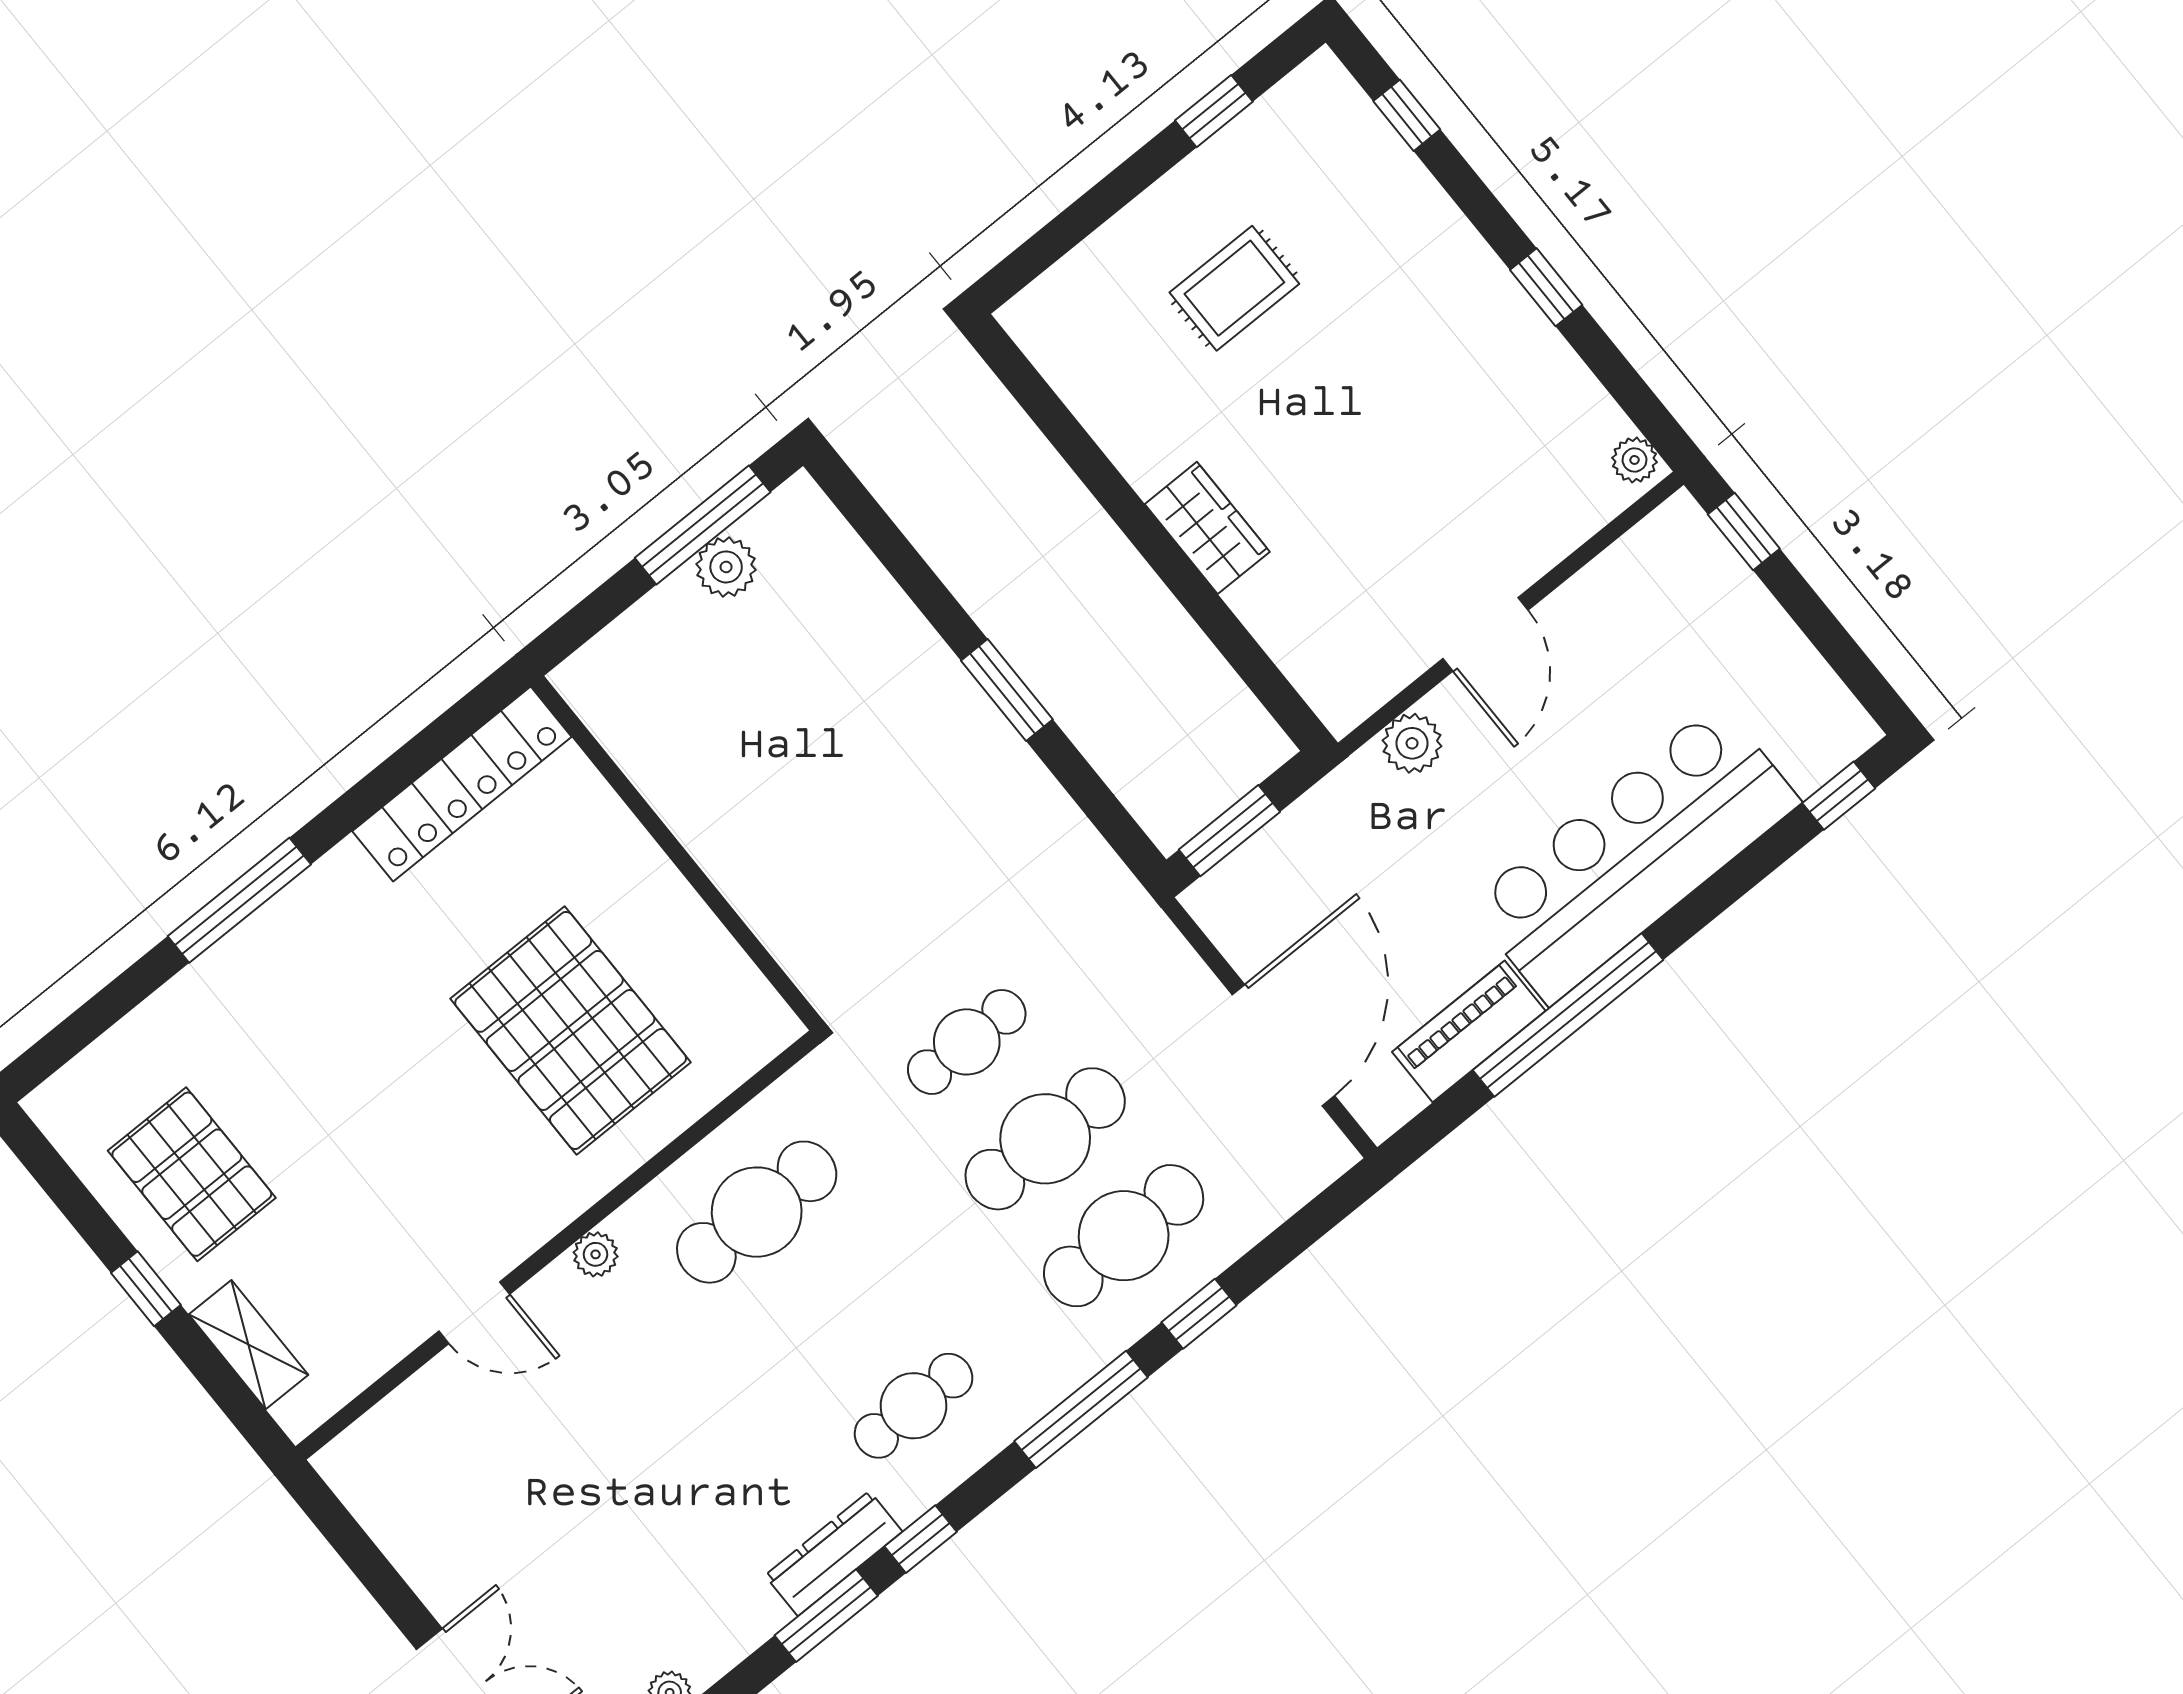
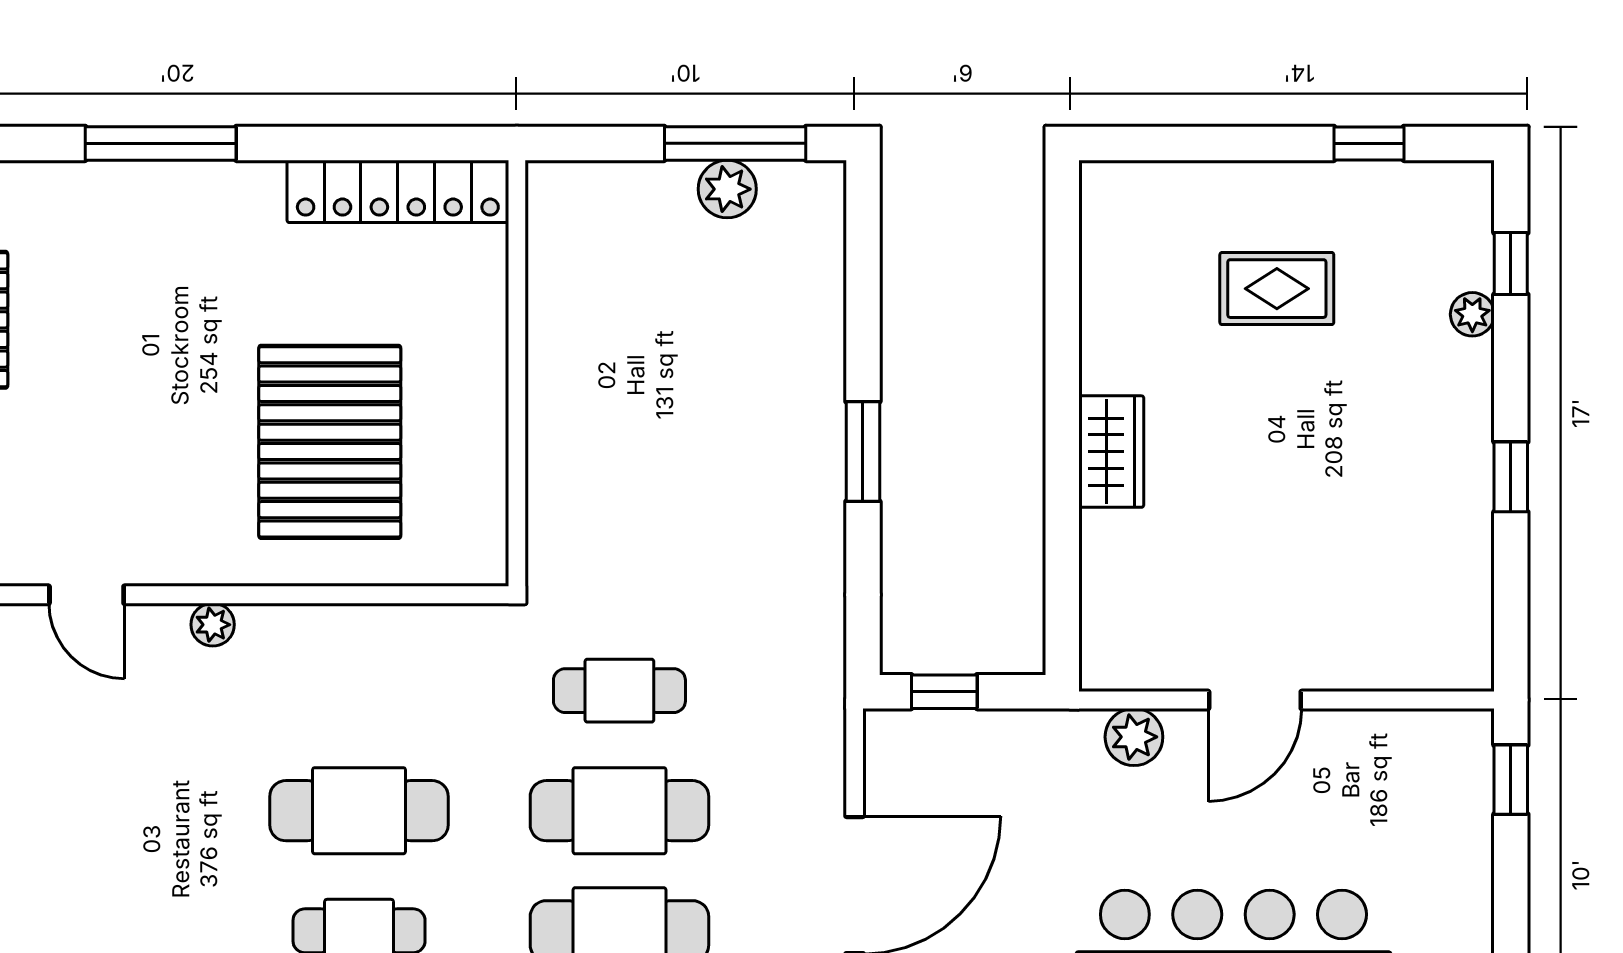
plant: (1635, 460) -> (1472, 314), moved
window: (1229, 831) -> (944, 692), width x0.67
cafe table: (757, 1212) -> (359, 811), moved

